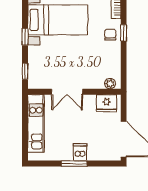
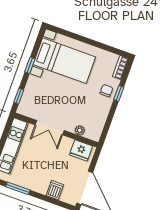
plant: (110, 84) -> (80, 130), moved
dishwasher: (80, 152) -> (55, 190), moved
window: (74, 164) -> (18, 188), moved

